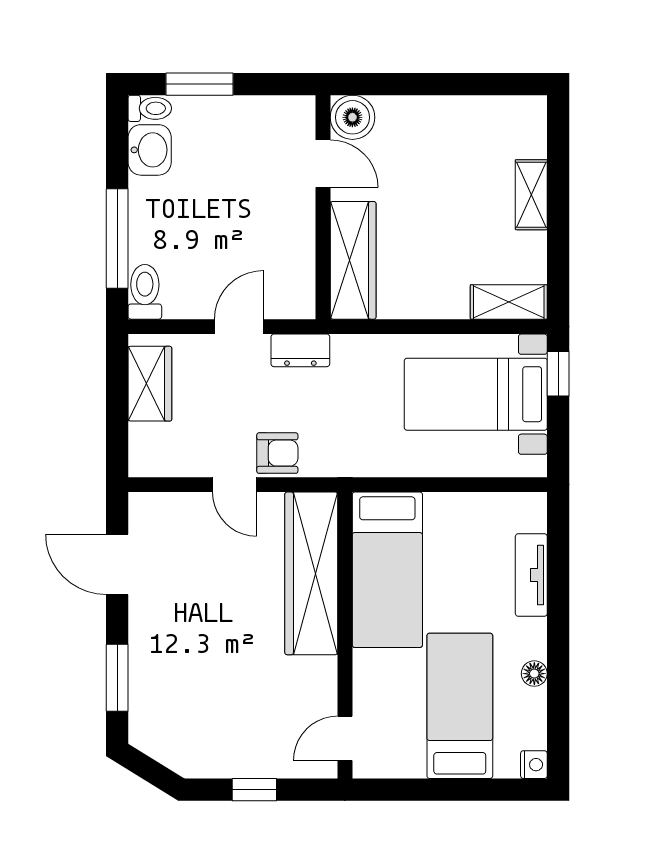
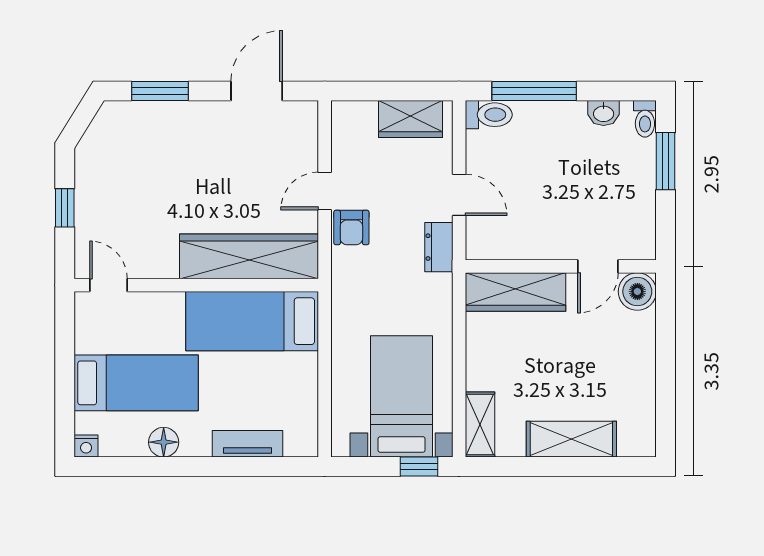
washbasin: (150, 150) -> (604, 113), width x0.72, depth x0.69
shelving: (531, 195) -> (571, 439), width x1.50, depth x1.33
floor lamp: (534, 674) -> (164, 442), width x1.37, depth x1.37

